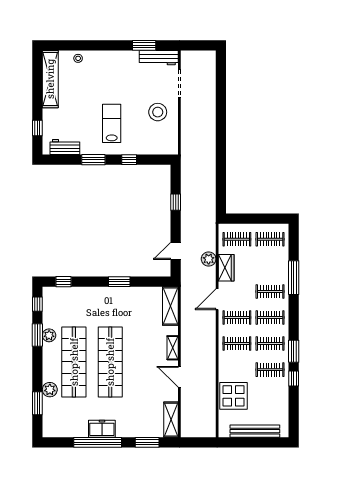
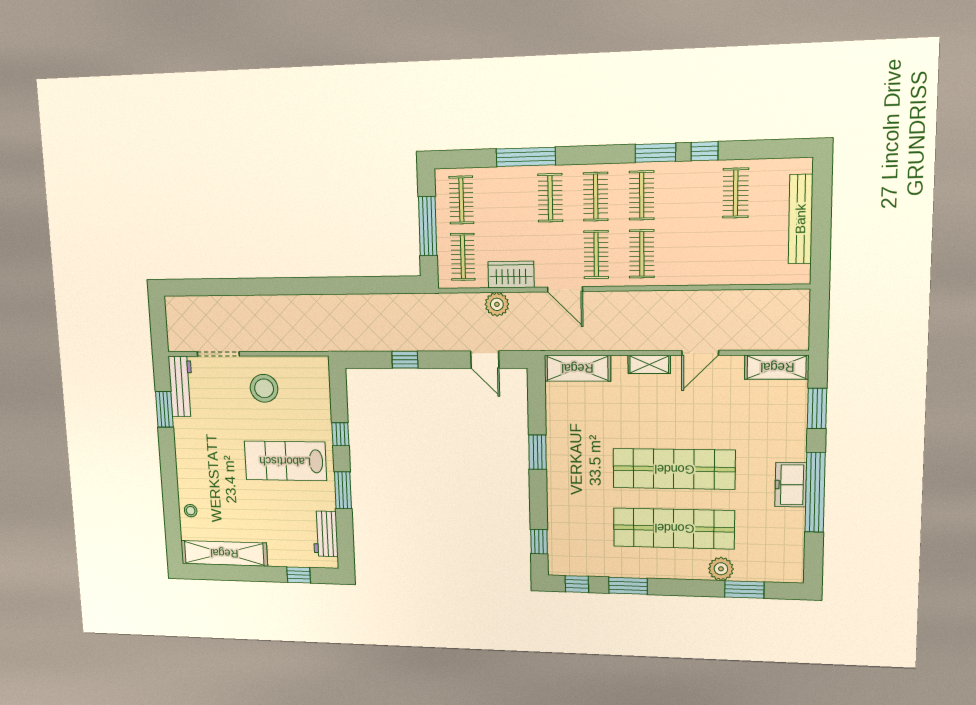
lab bench: (112, 123) -> (285, 461), width x1.36, depth x1.39
window: (255, 219) -> (428, 226), added
plant: (49, 335) -> (629, 567), removed
clothes rail: (270, 370) -> (736, 193), moved
display table: (233, 396) -> (735, 258), removed

